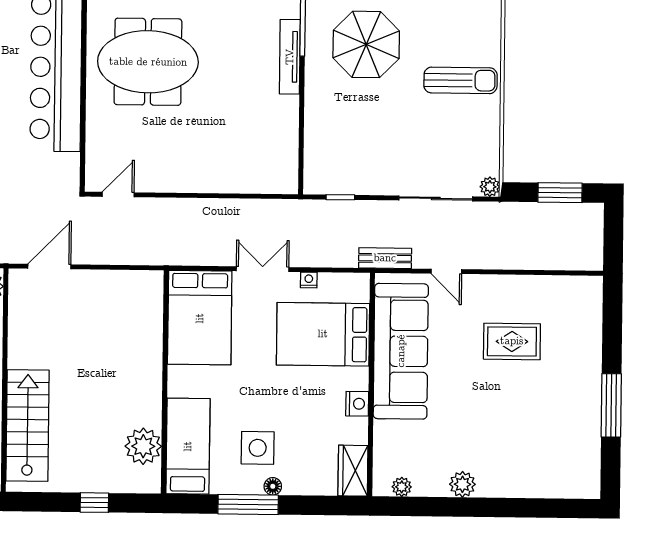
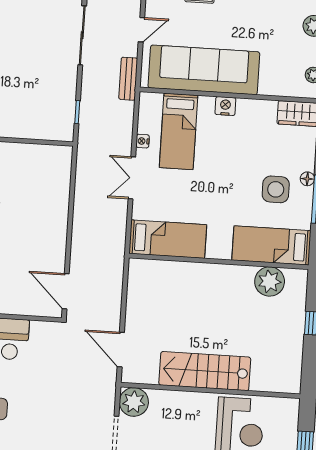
door: (118, 195) -> (66, 291), width x1.38
bed: (200, 318) -> (168, 239), width x0.67
bed: (323, 334) -> (179, 131), width x0.67
nightstand: (357, 404) -> (225, 106), moved
stairs: (27, 426) -> (205, 371), moved

